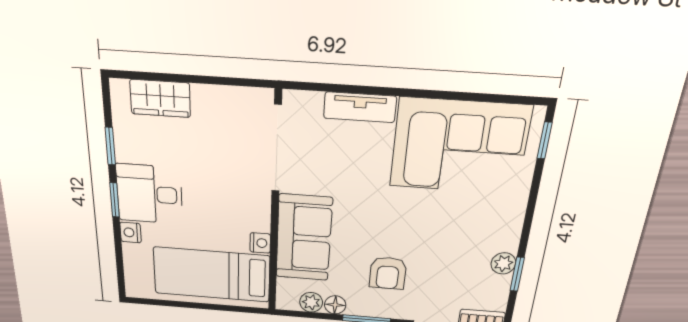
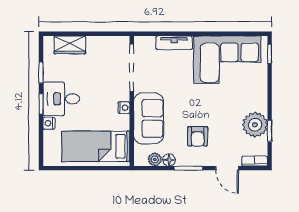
nightstand: (260, 243) -> (124, 108), moved
plant: (503, 263) -> (255, 125), width x1.87, depth x1.87

